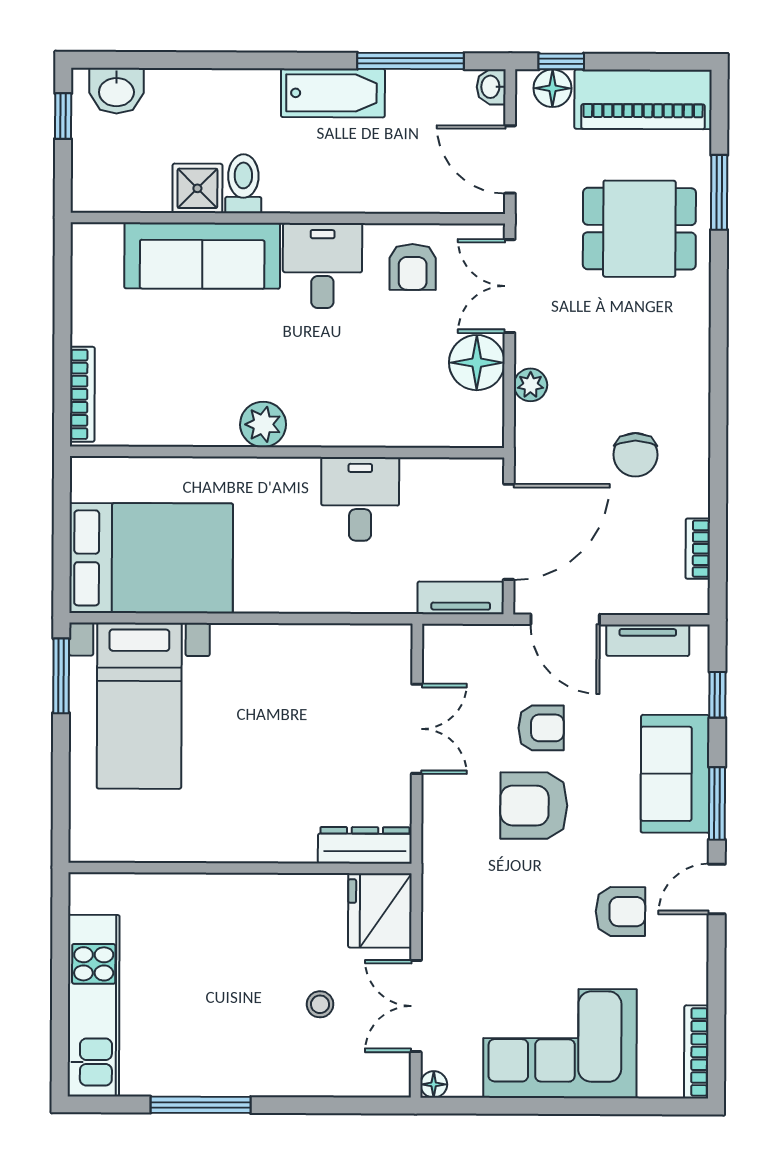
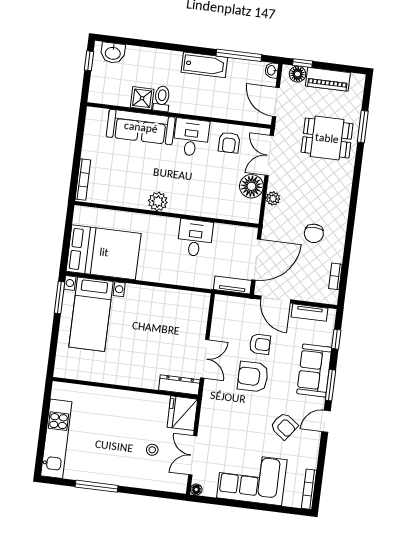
piano: (643, 99) -> (328, 79), width x0.73, depth x0.75
double door: (417, 729) -> (205, 359), moved
armchair: (620, 912) -> (284, 426), turned 37

